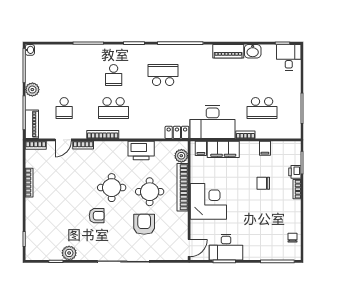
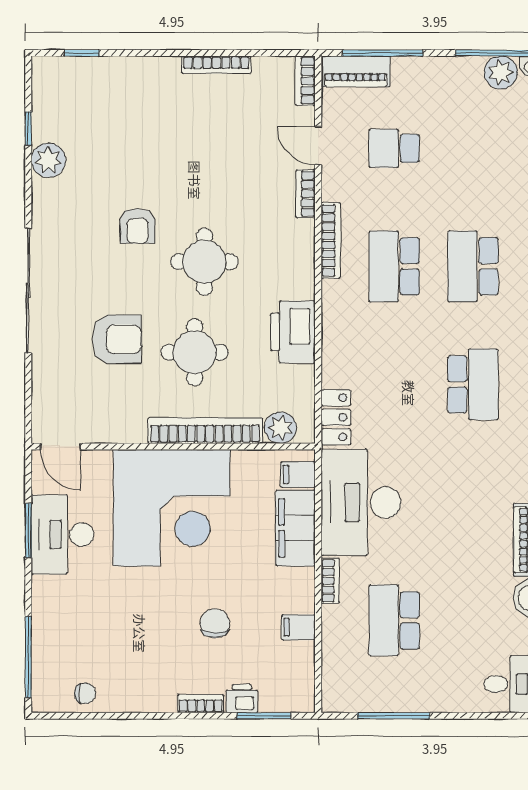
school desk: (114, 75) -> (473, 266), width x1.85
plant: (32, 90) -> (501, 73), moved
corner desk: (208, 201) -> (172, 508), width x1.36, depth x1.36

